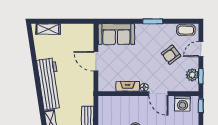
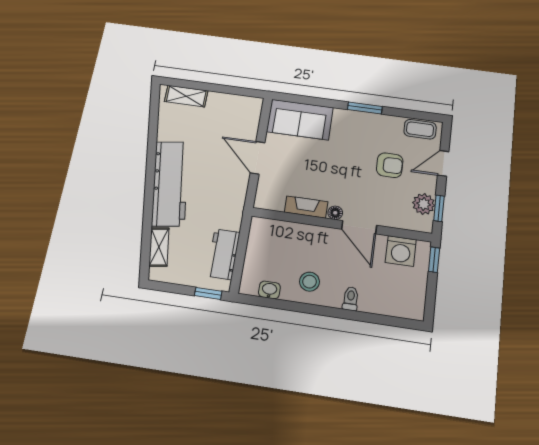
armchair: (171, 55) -> (390, 165), turned -143

